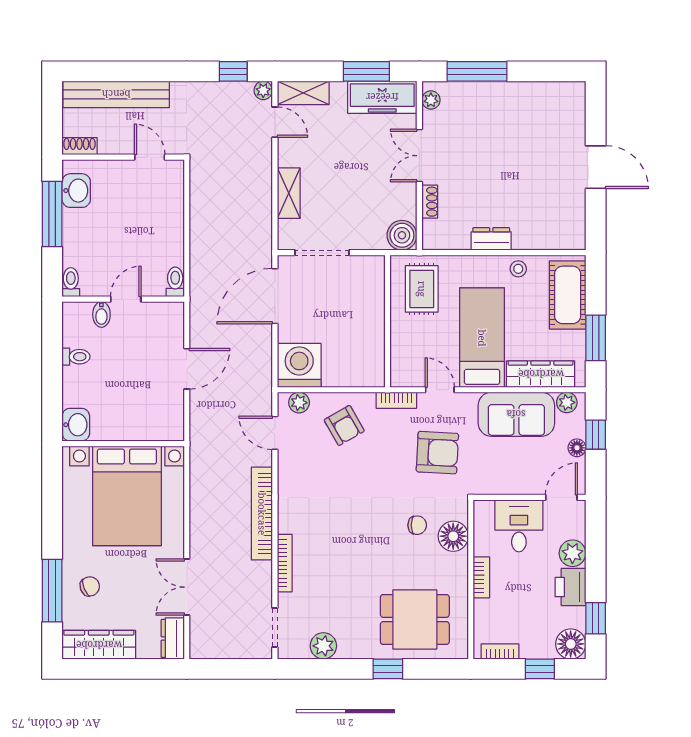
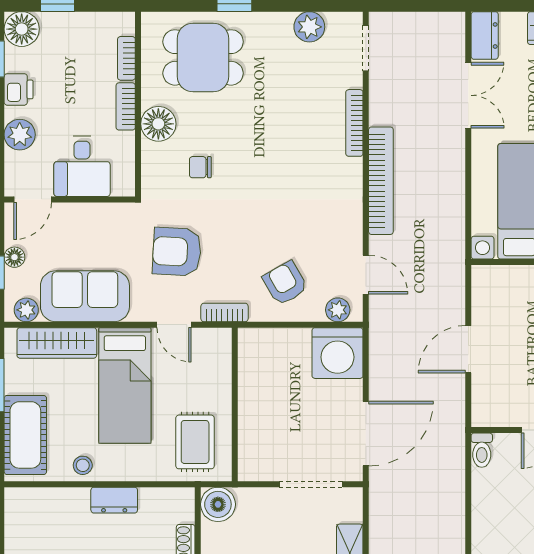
floor lamp: (453, 536) -> (158, 124), moved
printer: (570, 587) -> (19, 89), width x0.73, depth x0.81
bookcase: (500, 651) -> (126, 58), moved, turned 90

